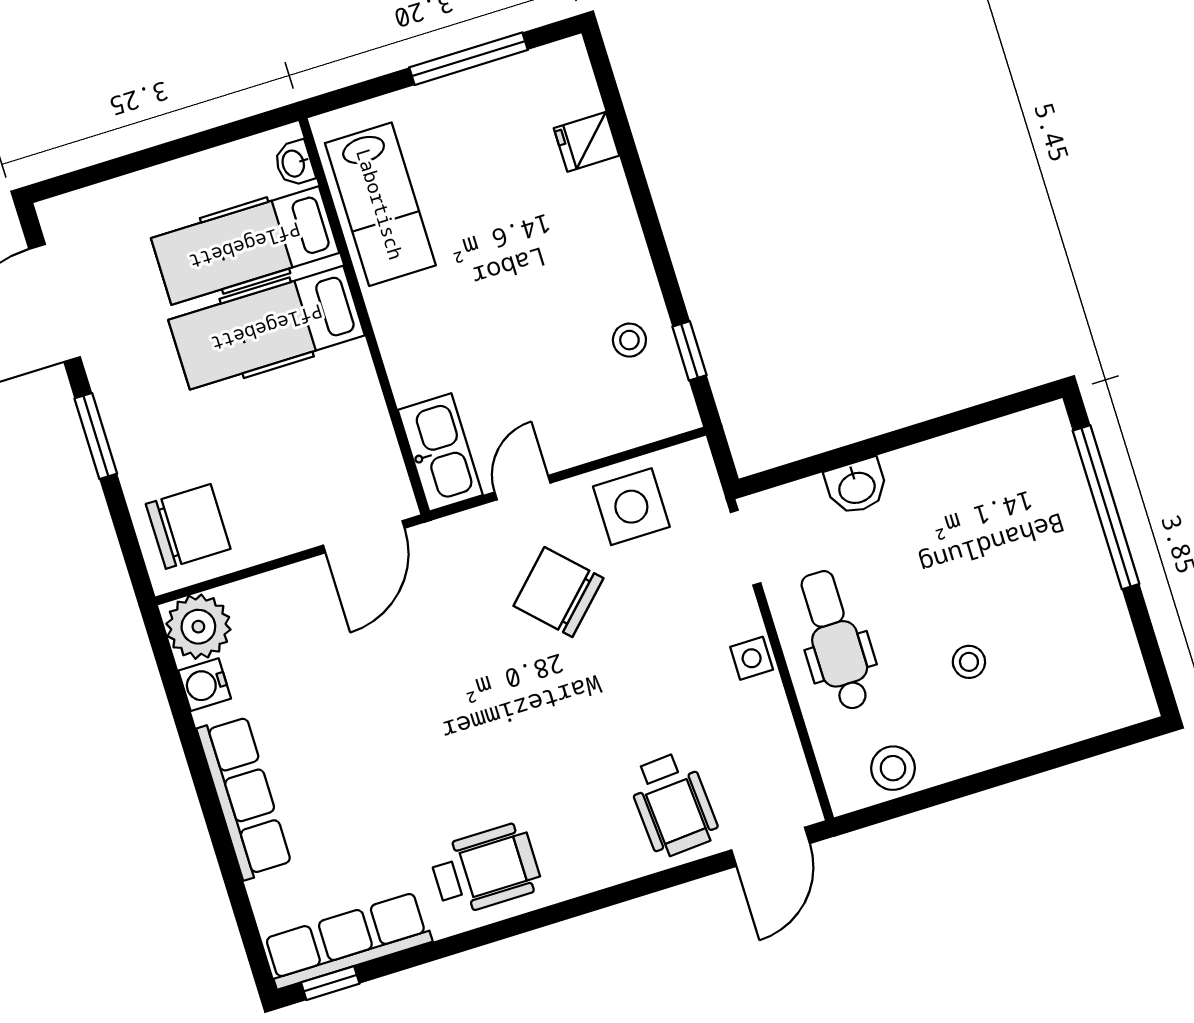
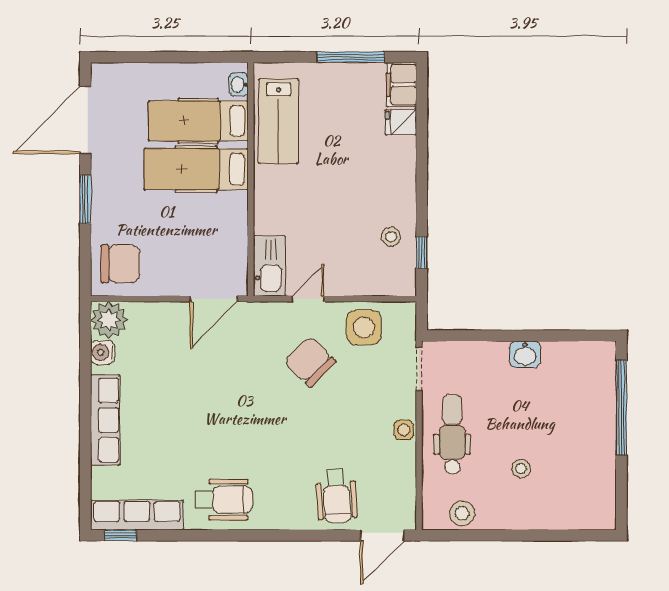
filing cabinet: (568, 79) -> (402, 85), added
washbasin: (857, 487) -> (525, 354), moved

